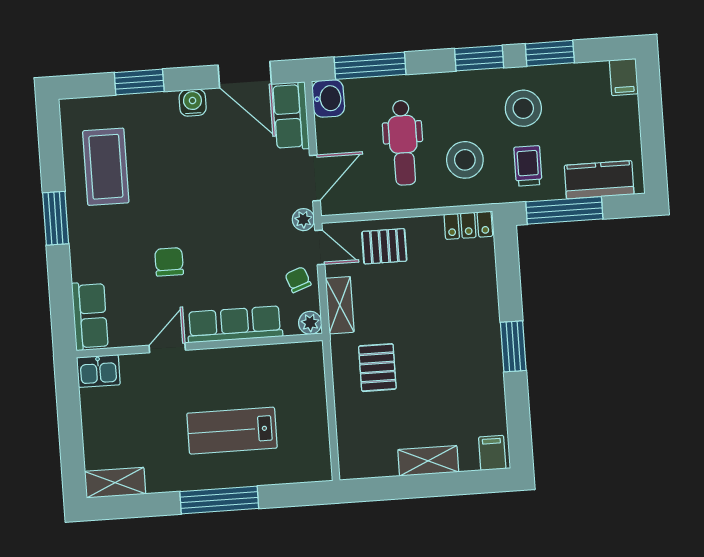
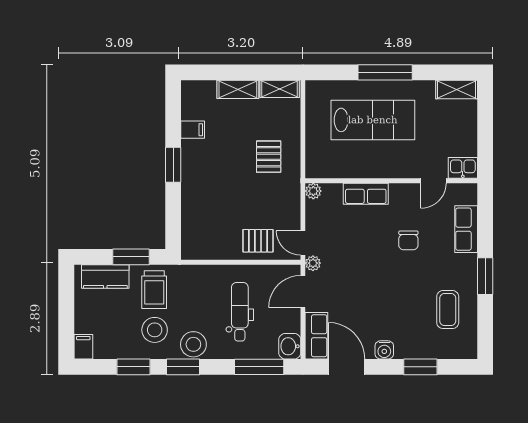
stool: (465, 160) -> (193, 344), moved
trolley: (528, 166) -> (154, 290), width x1.36, depth x1.39
coffee table: (106, 167) -> (448, 310), width x0.73, depth x0.76
window: (564, 210) -> (131, 257), width x0.69
locker: (468, 225) -> (199, 251), removed
chair: (298, 280) -> (320, 222), removed
shelving: (340, 305) -> (280, 89), moved, turned 90
row of seats: (90, 316) -> (466, 229), moved
row of seats: (235, 324) -> (366, 194), width x0.68
door: (167, 348) -> (433, 181), moved
lab bench: (232, 431) -> (373, 120), width x1.36, depth x1.39
filing cabinet: (492, 453) -> (193, 130), moved, turned -90

